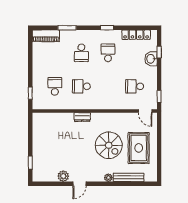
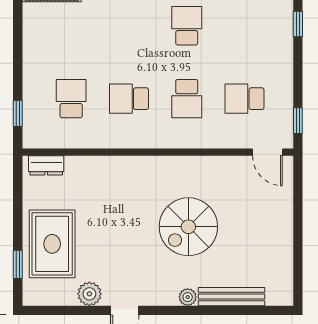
school desk: (81, 53) -> (187, 99), moved
washbasin: (151, 59) -> (280, 39), removed
dresser: (82, 117) -> (46, 165), moved
spiral stairs: (109, 145) -> (188, 227), turned 90
rug: (139, 148) -> (52, 244), moved

